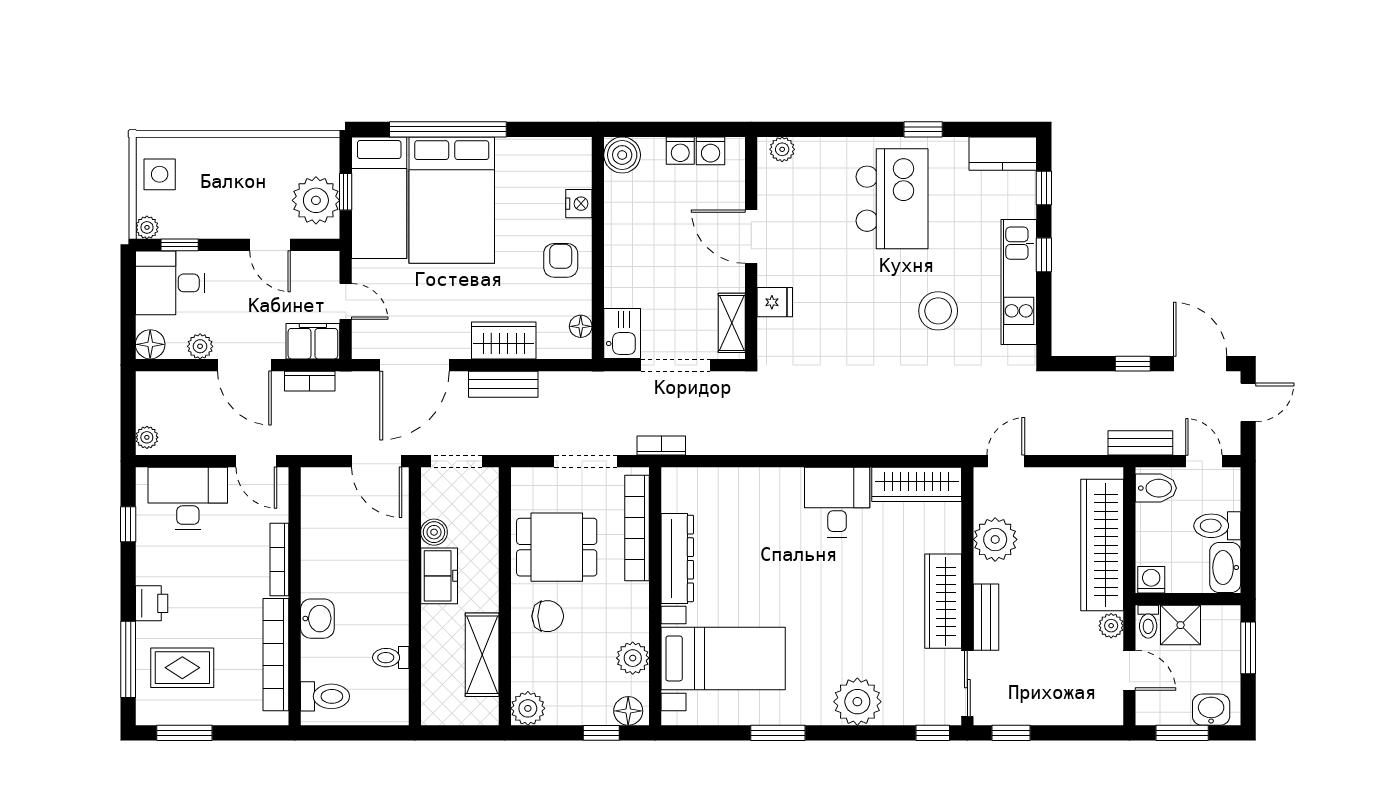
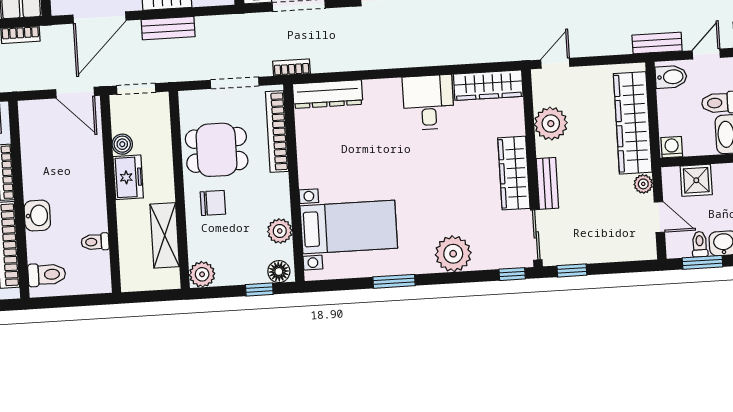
door: (1204, 461) -> (706, 54), hinge flipped
dresser: (677, 558) -> (328, 94), moved, turned 90
toilet: (1148, 622) -> (700, 244), moved, turned 180

